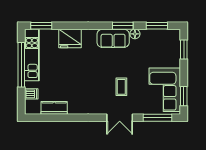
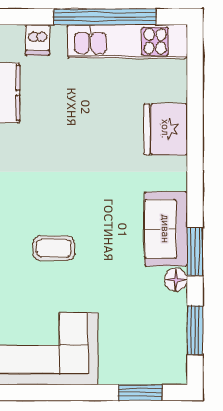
window: (41, 26) -> (195, 63), removed
window: (184, 96) -> (32, 393), removed

